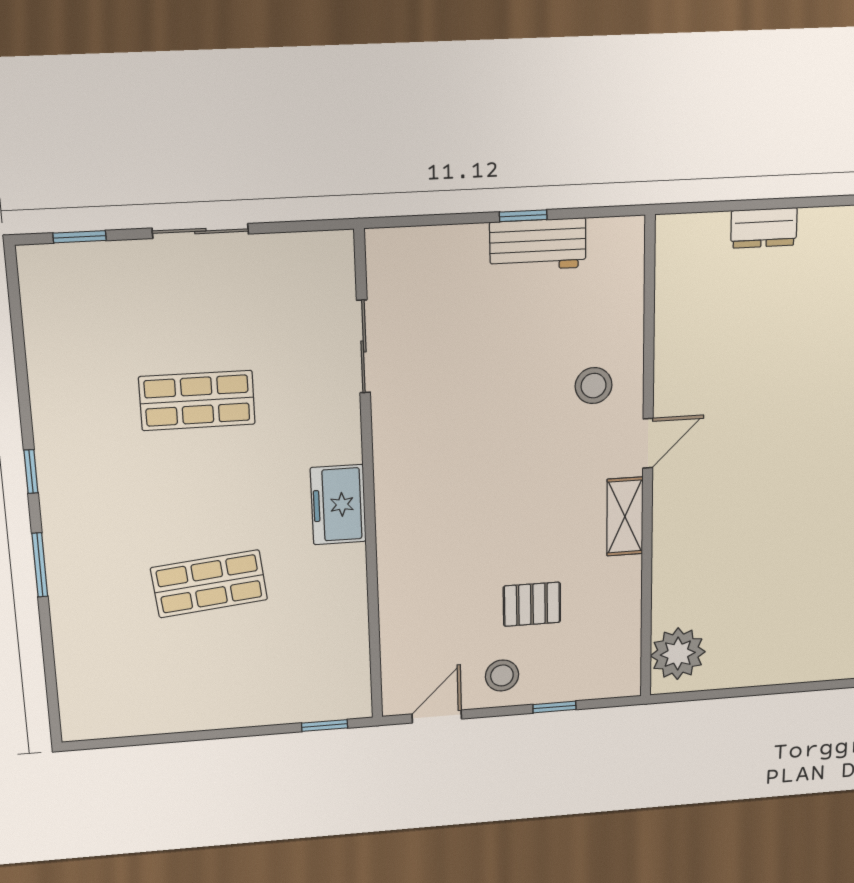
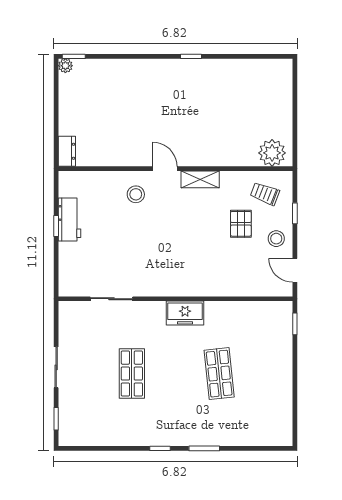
dresser: (764, 228) -> (67, 151), moved
trolley: (595, 646) -> (265, 194), added

